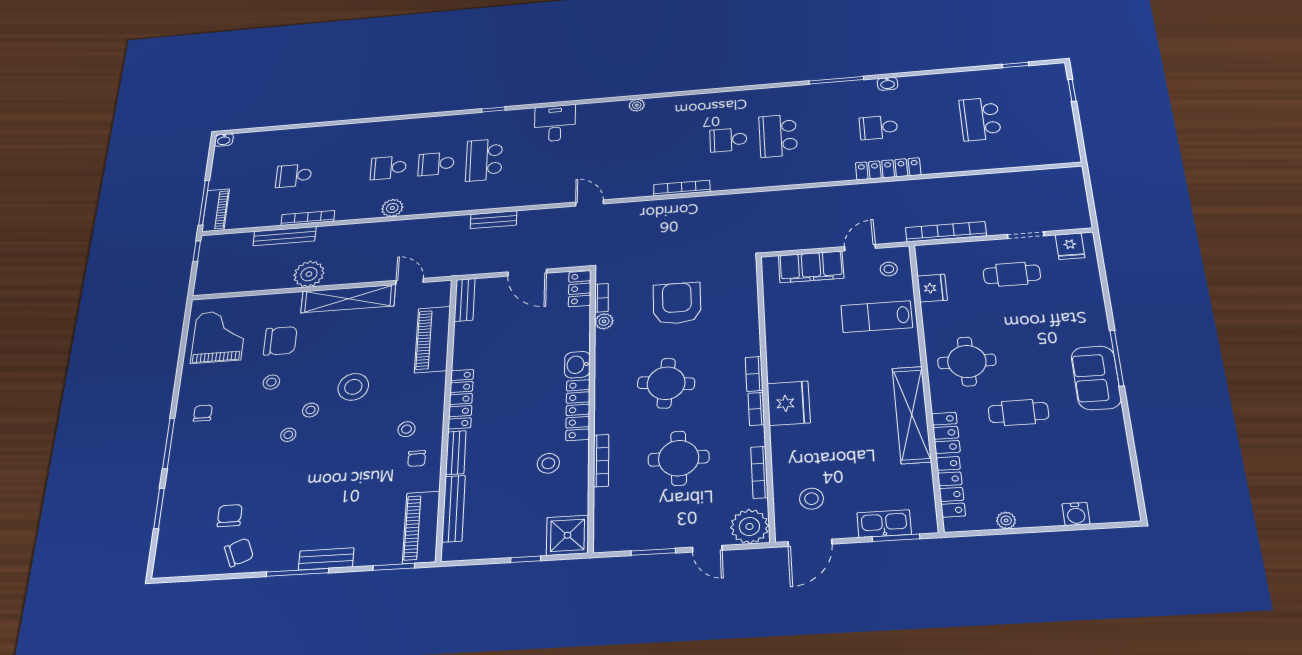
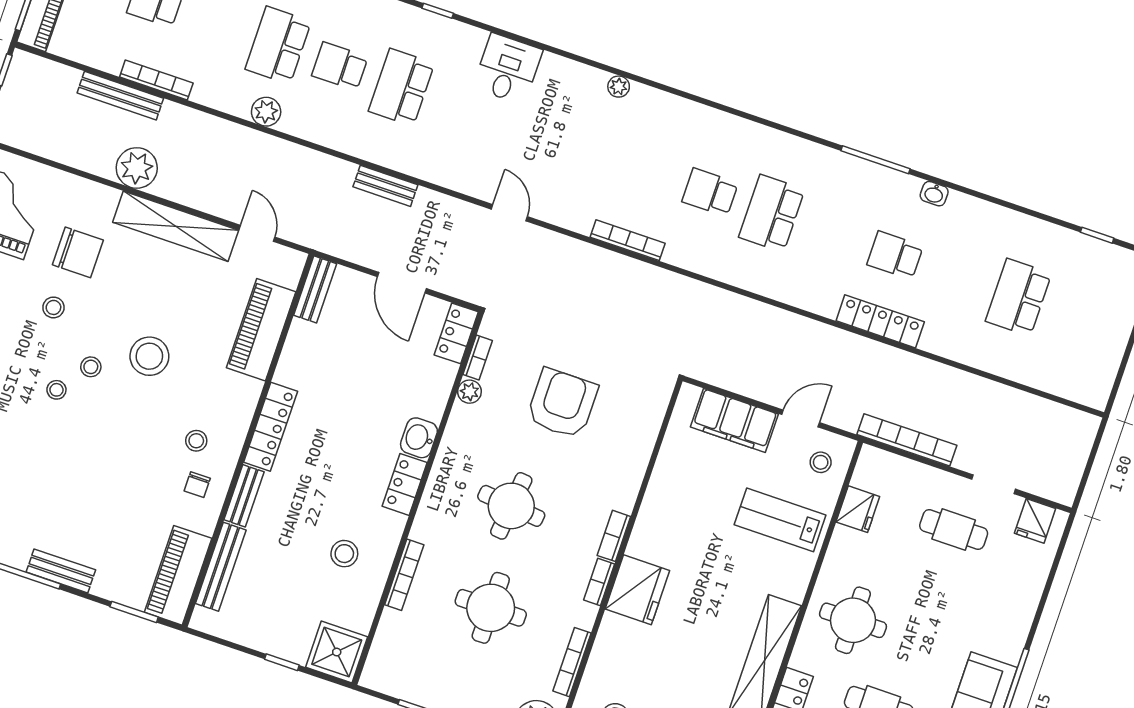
school desk: (388, 168) -> (278, 45), width x1.85
locker: (578, 410) -> (405, 484), width x0.66

